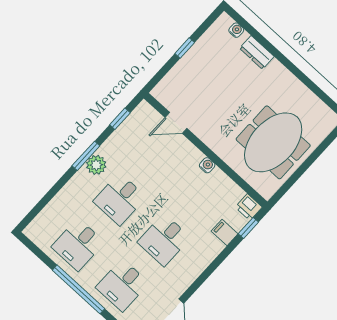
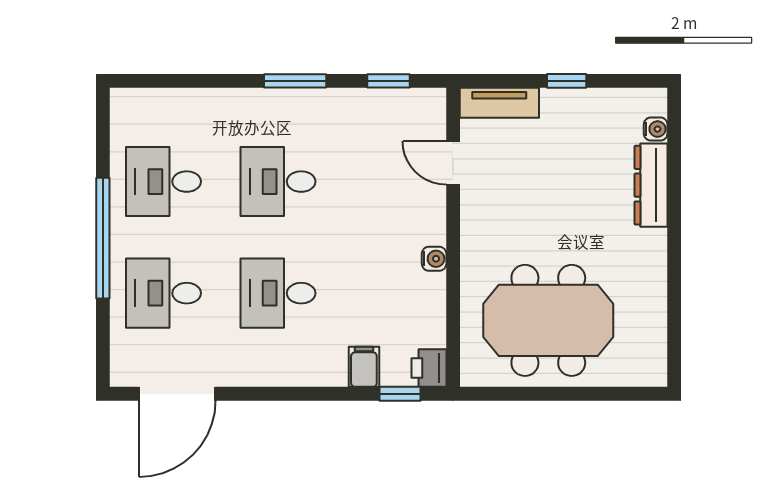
dresser: (257, 52) -> (651, 185), width x1.44
tv unit: (169, 83) -> (499, 103), added
plant: (96, 165) -> (295, 106), removed

